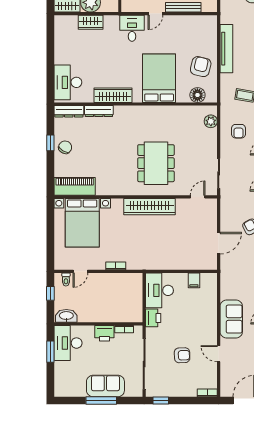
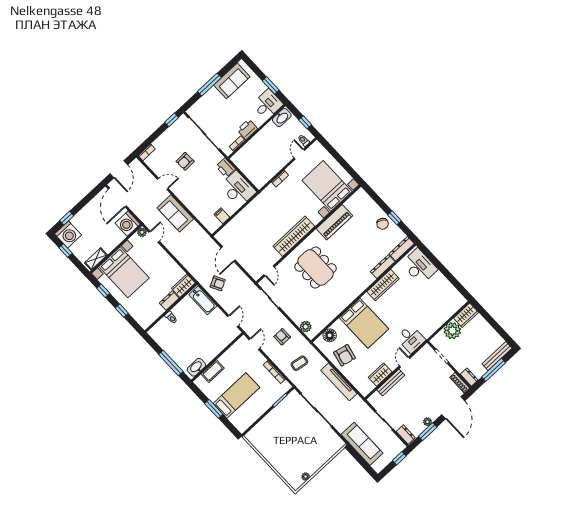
wardrobe: (91, 22) -> (380, 375), moved
piano: (75, 186) -> (334, 222), moved
desk: (68, 343) -> (267, 104), width x0.73
sofa: (105, 386) -> (232, 81), moved

